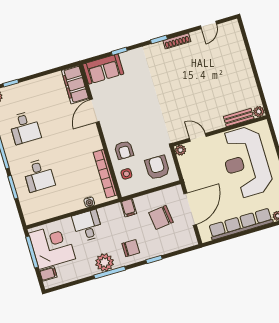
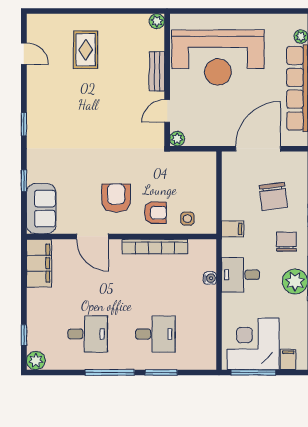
shoe rack: (177, 41) -> (33, 101), removed
rug: (224, 67) -> (86, 50), added
filing cabinet: (75, 85) -> (39, 263), moved, turned -90
bench: (239, 118) -> (157, 71), moved
armchair: (157, 167) -> (116, 198), moved, turned 90
bookcase: (105, 174) -> (155, 247), moved
door: (190, 209) -> (258, 149), hinge flipped
chair: (161, 217) -> (273, 196), moved
desk: (88, 226) -> (240, 275), moved

